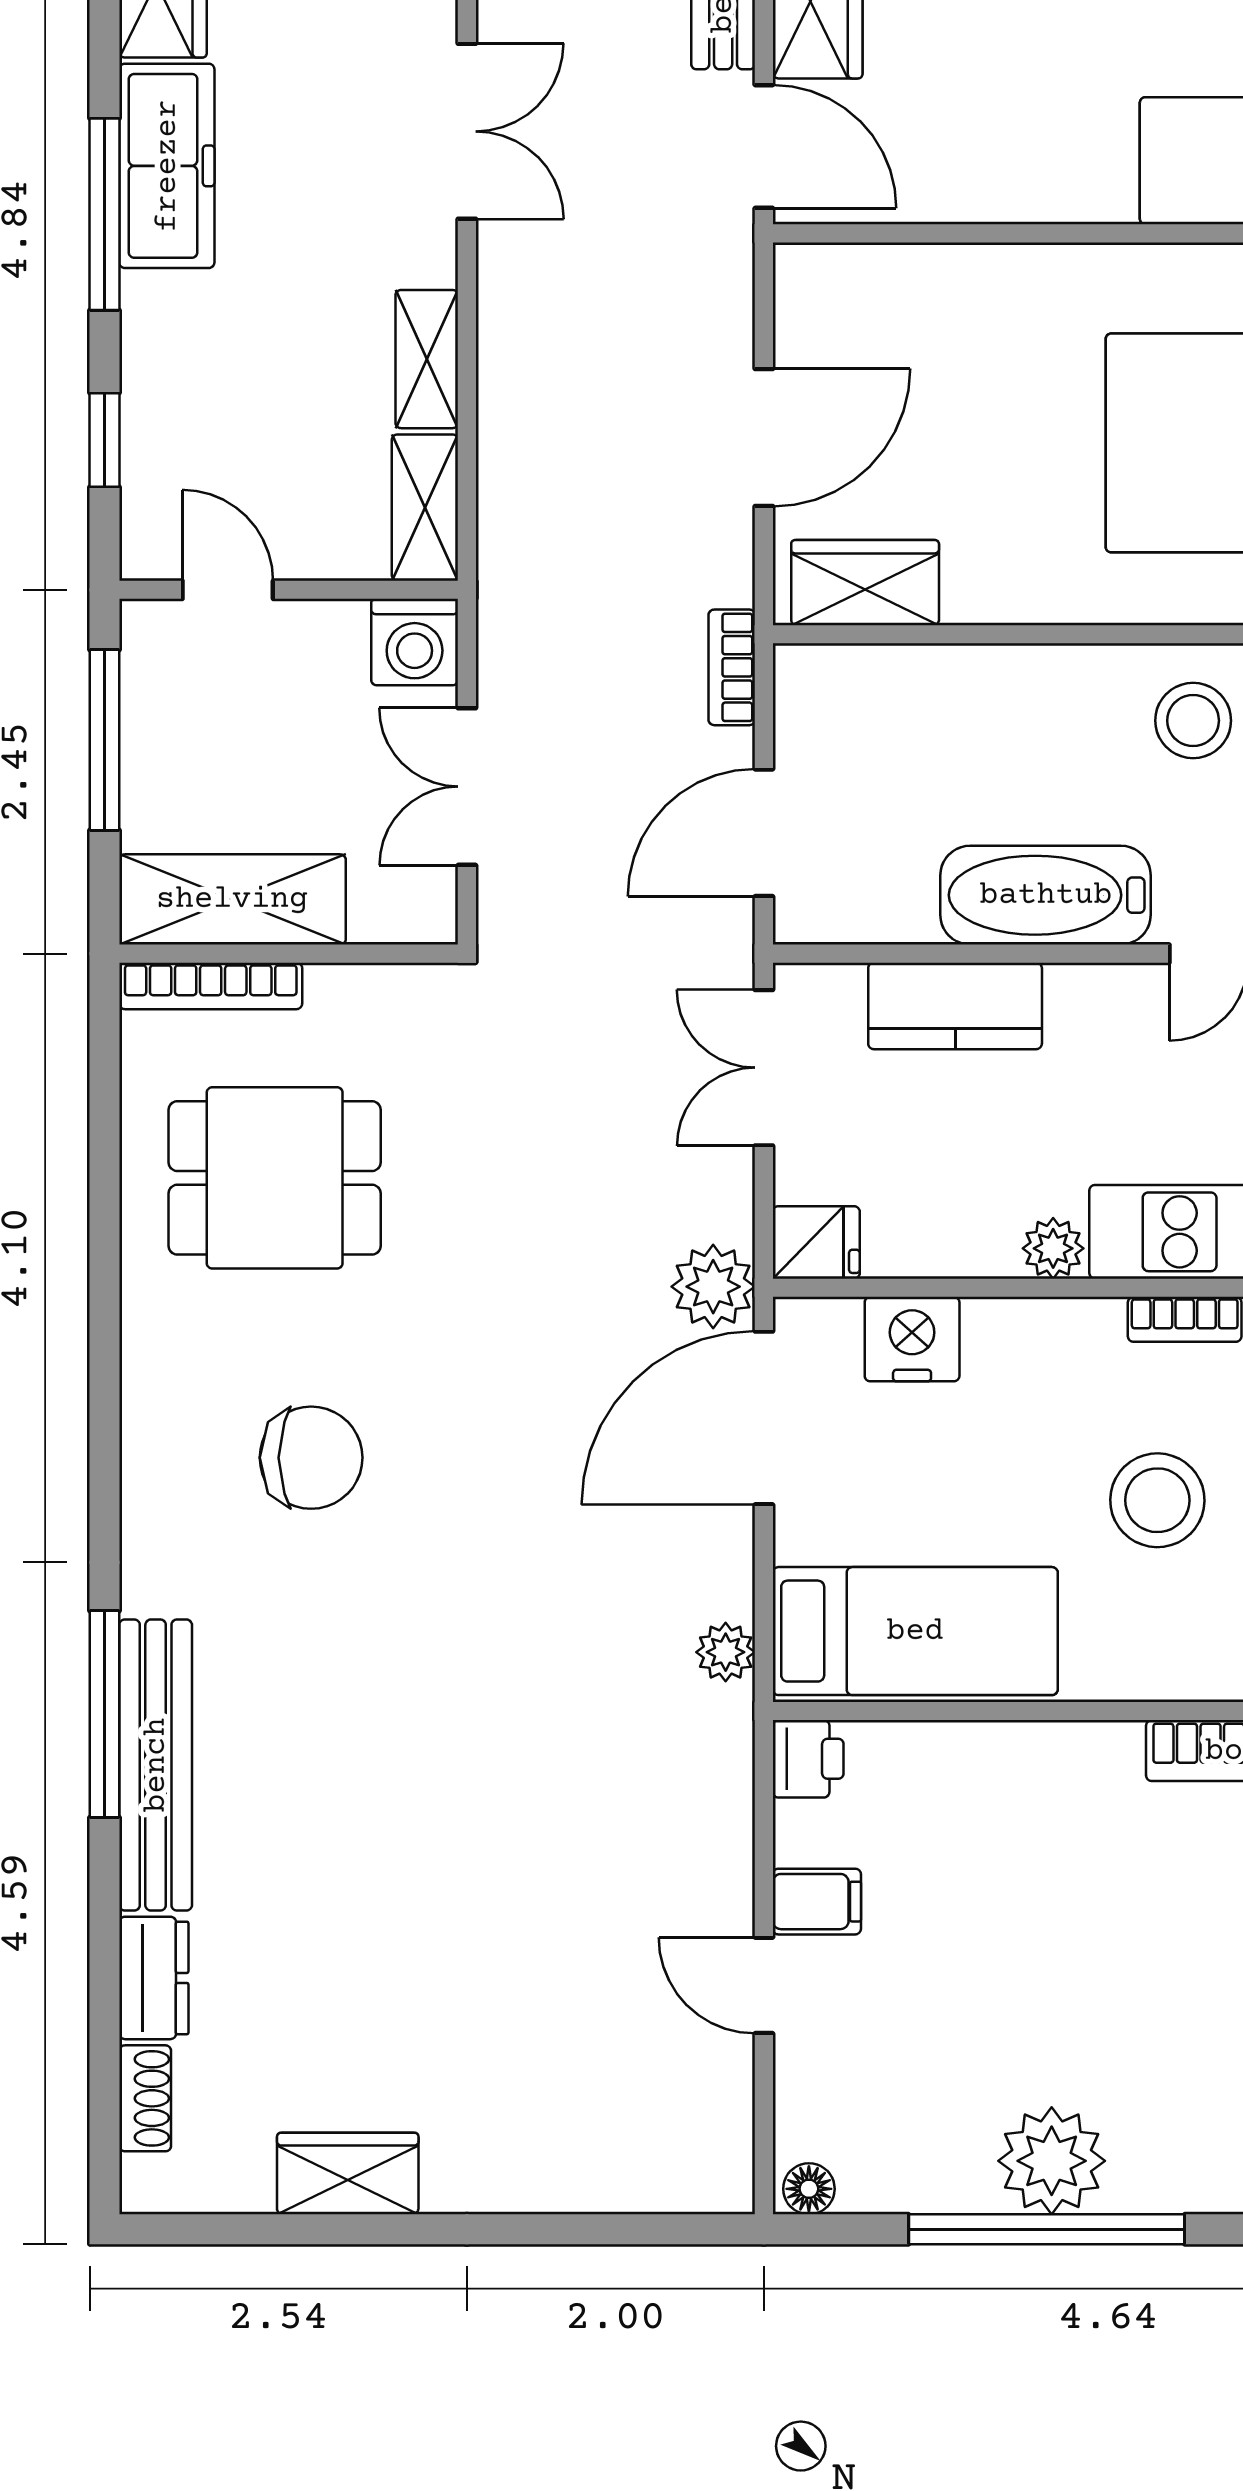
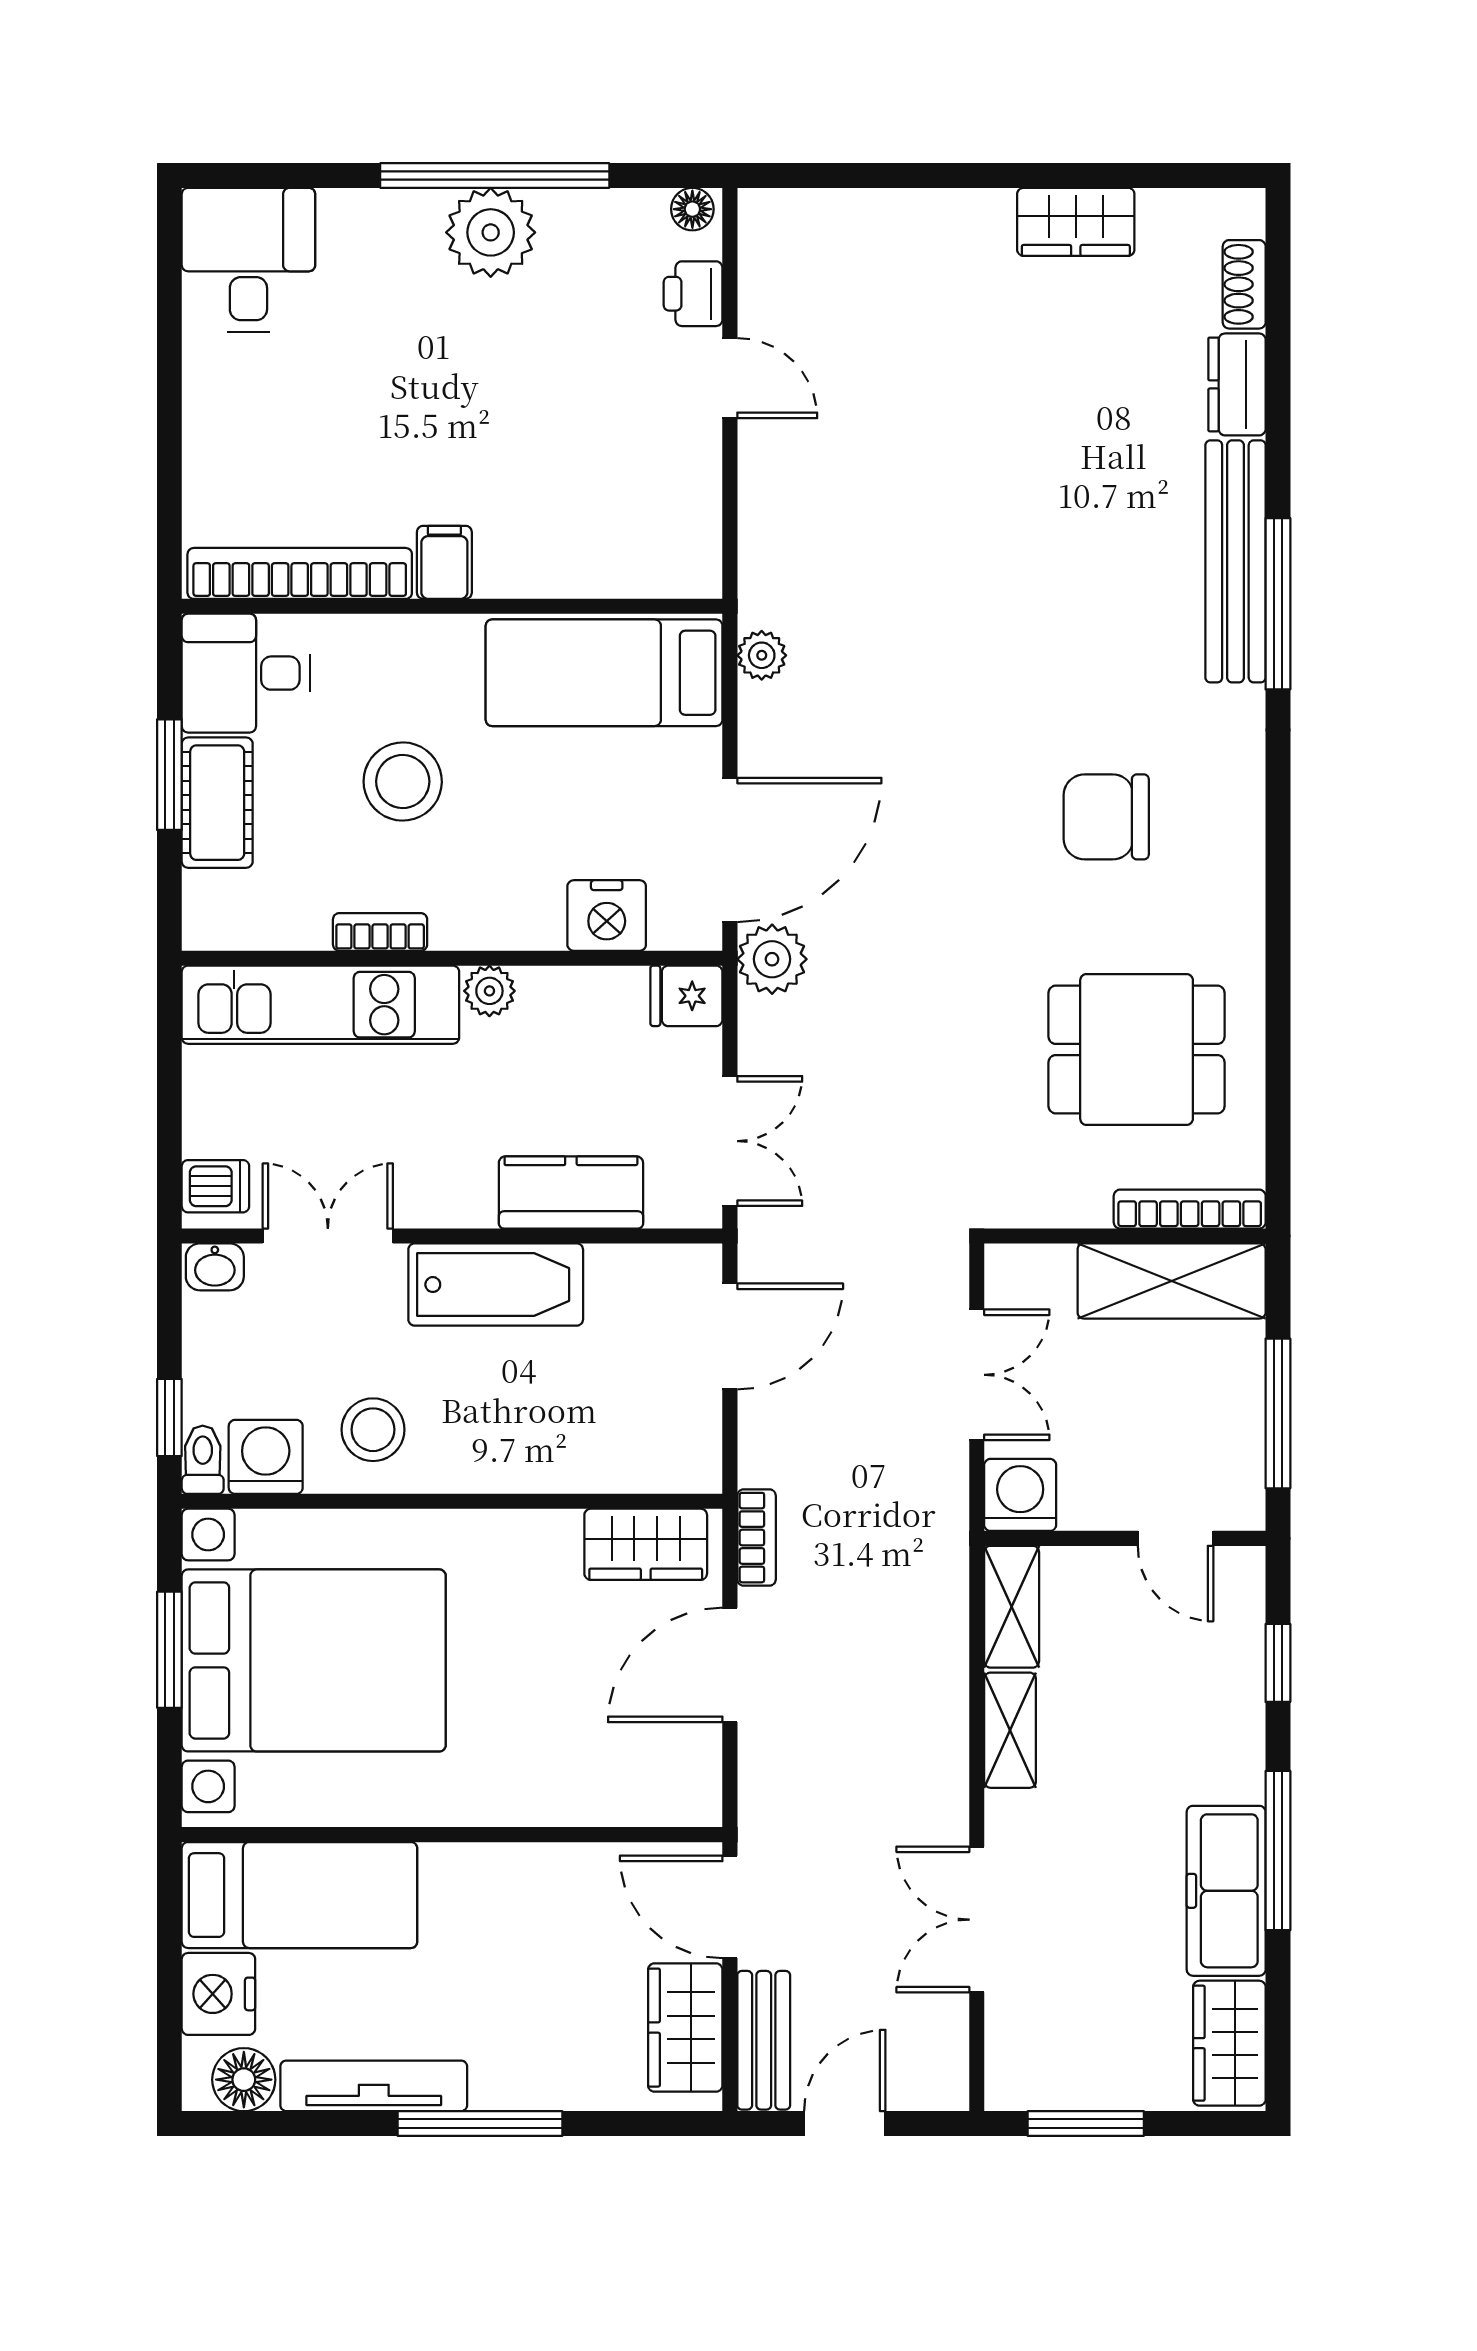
bookcase: (732, 667) -> (757, 1538), moved
printer: (808, 1759) -> (693, 294), moved
filing cabinet: (817, 1902) -> (444, 562), moved, turned 90

